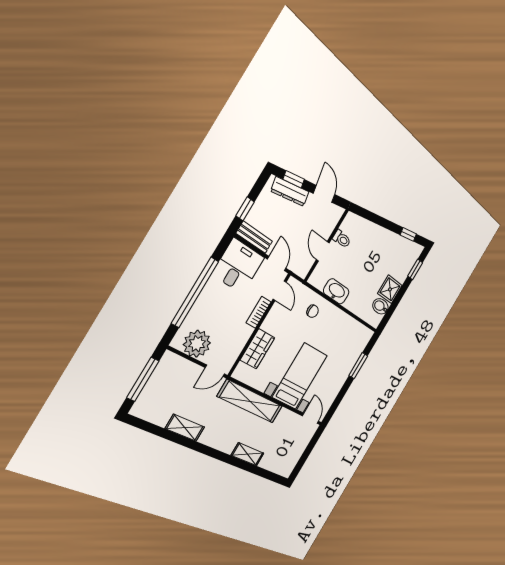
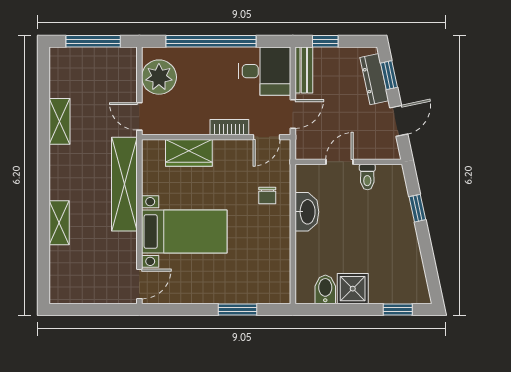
window: (408, 234) -> (417, 208), moved

